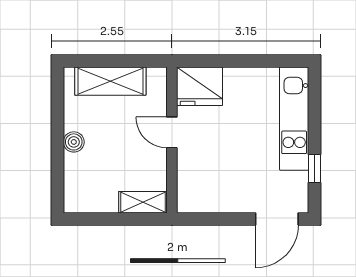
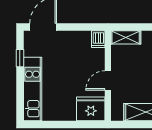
door: (172, 132) -> (108, 80), swing flipped
dishwasher: (187, 199) -> (98, 39), added

